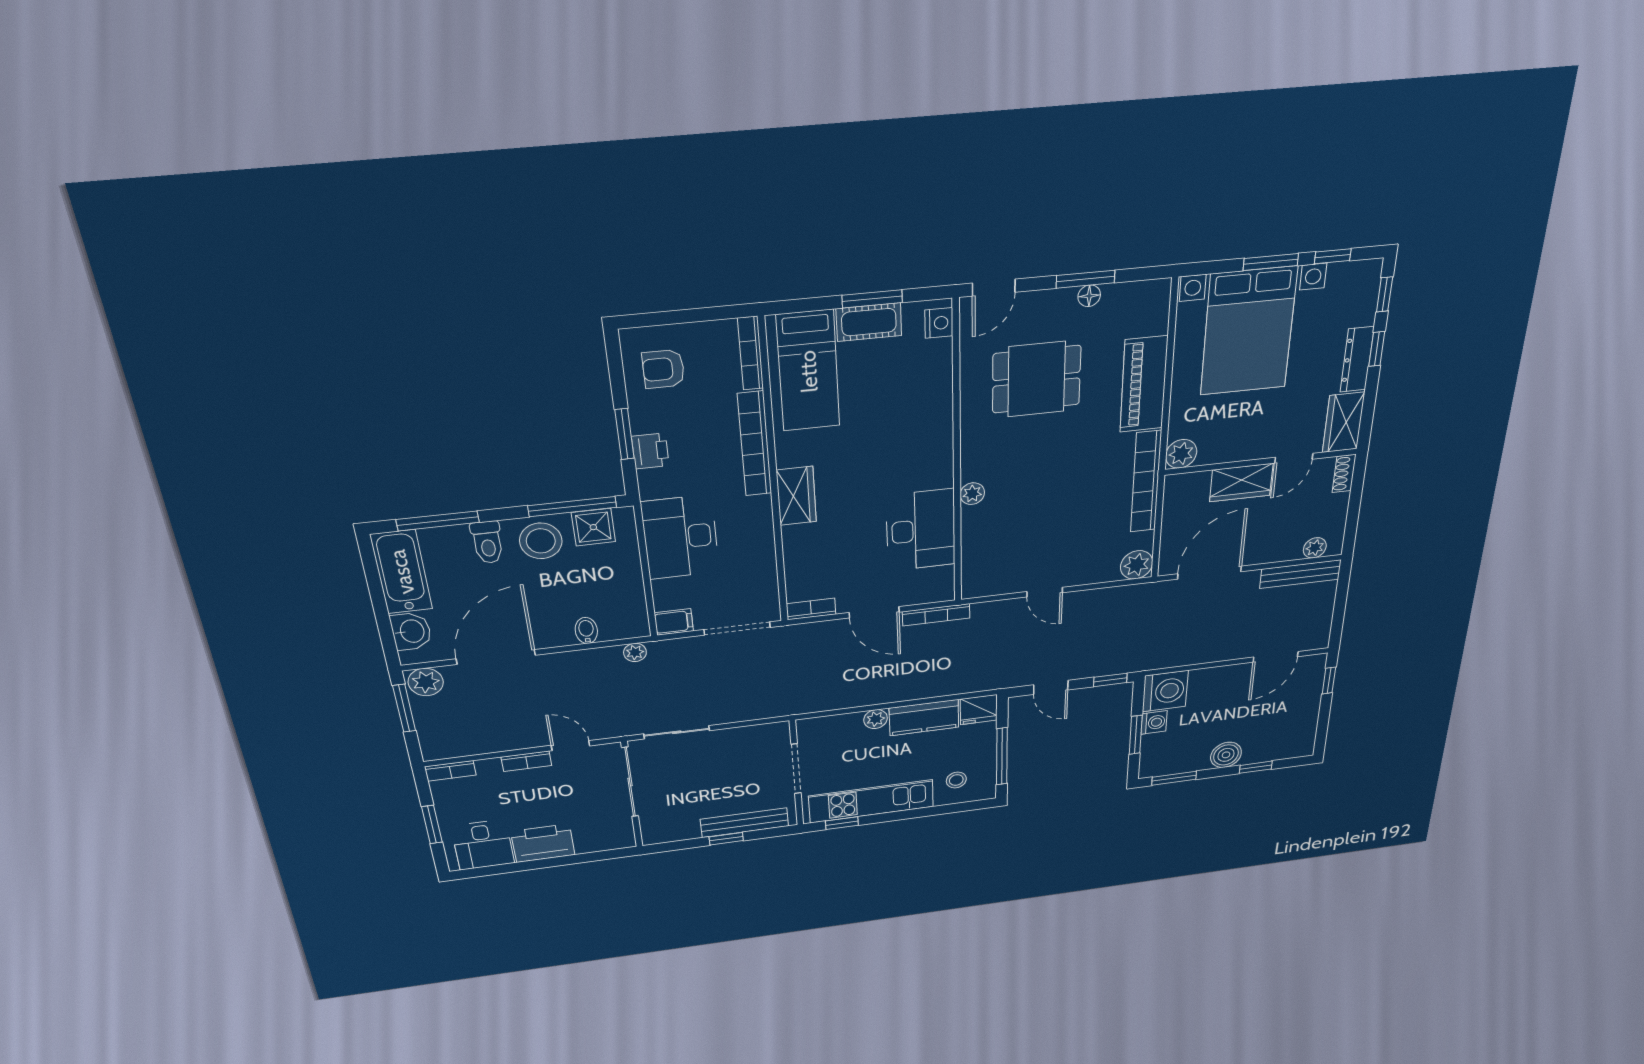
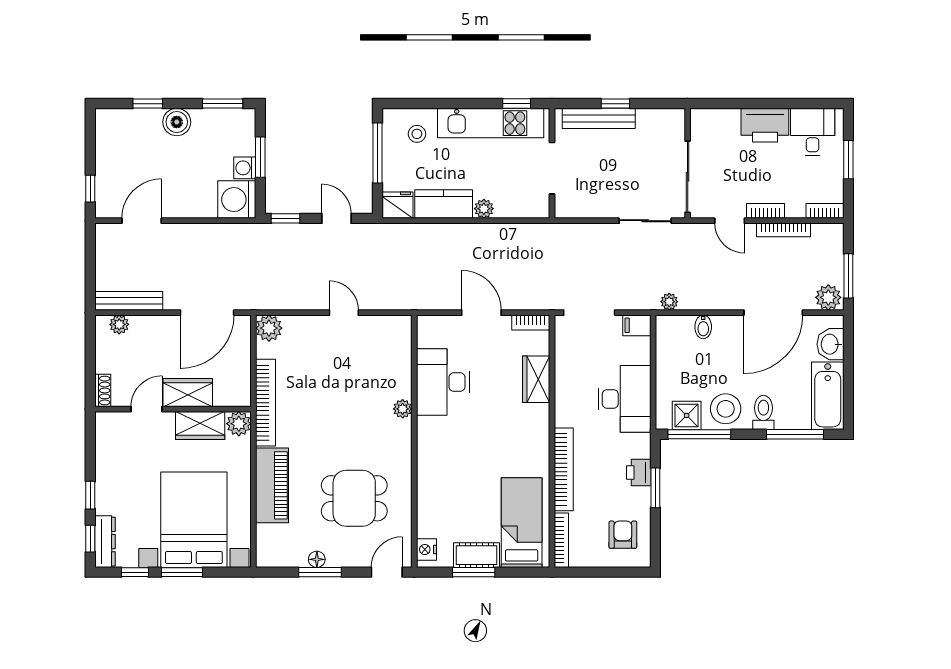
dresser: (1357, 359) -> (105, 542), moved
armchair: (663, 369) -> (623, 535), turned -90
wardrobe: (1344, 422) -> (200, 426), moved, turned 90
wardrobe: (796, 496) -> (536, 379), moved
bookcase: (936, 615) -> (783, 230), moved, turned 180

